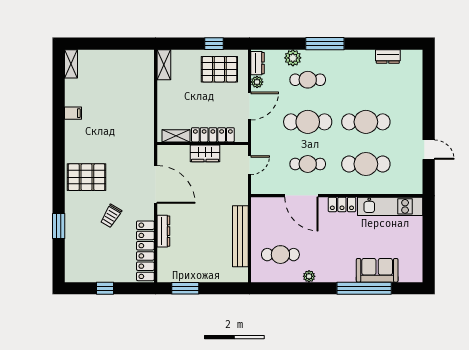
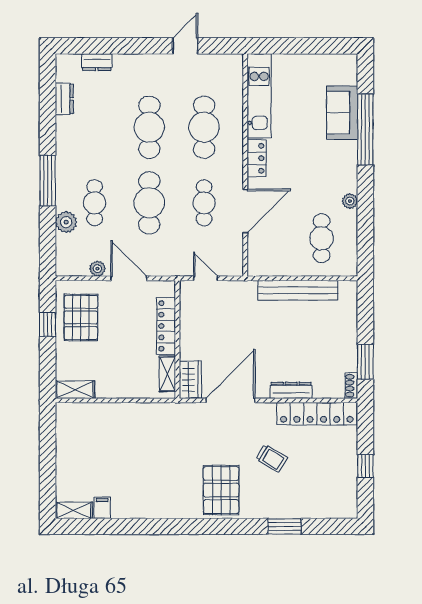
dresser: (258, 63) -> (97, 62), moved, turned 180
filing cabinet: (73, 113) -> (102, 508), moved
wardrobe: (205, 153) -> (190, 380), moved
shoe rack: (167, 277) -> (351, 386), added

